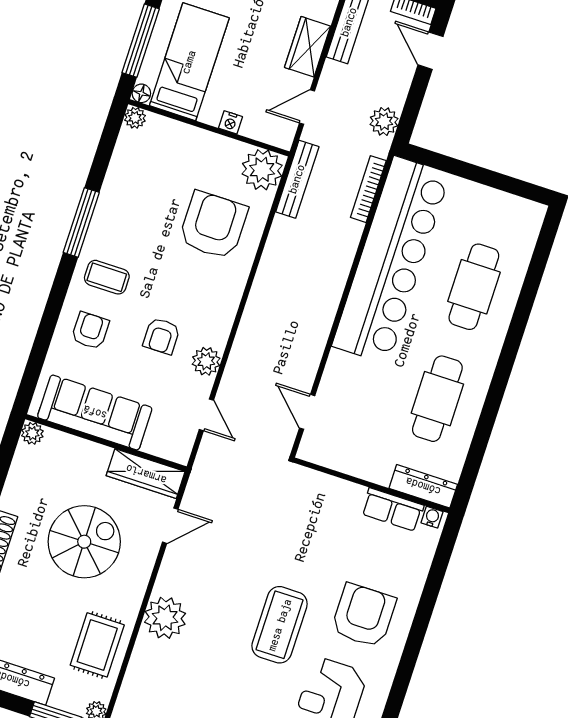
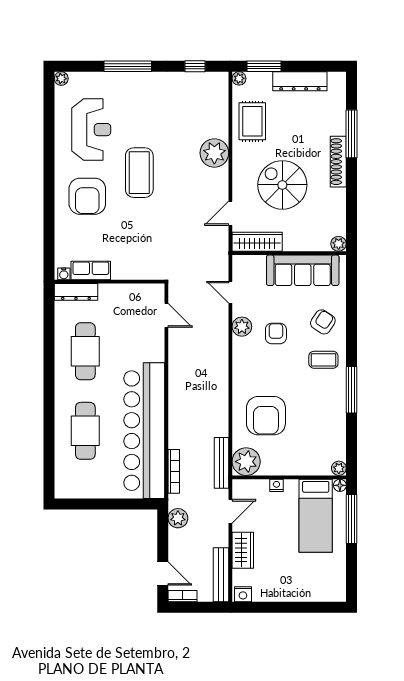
armchair: (90, 331) -> (323, 322), turned -147
spiral stairs: (84, 542) -> (282, 185), turned 90

